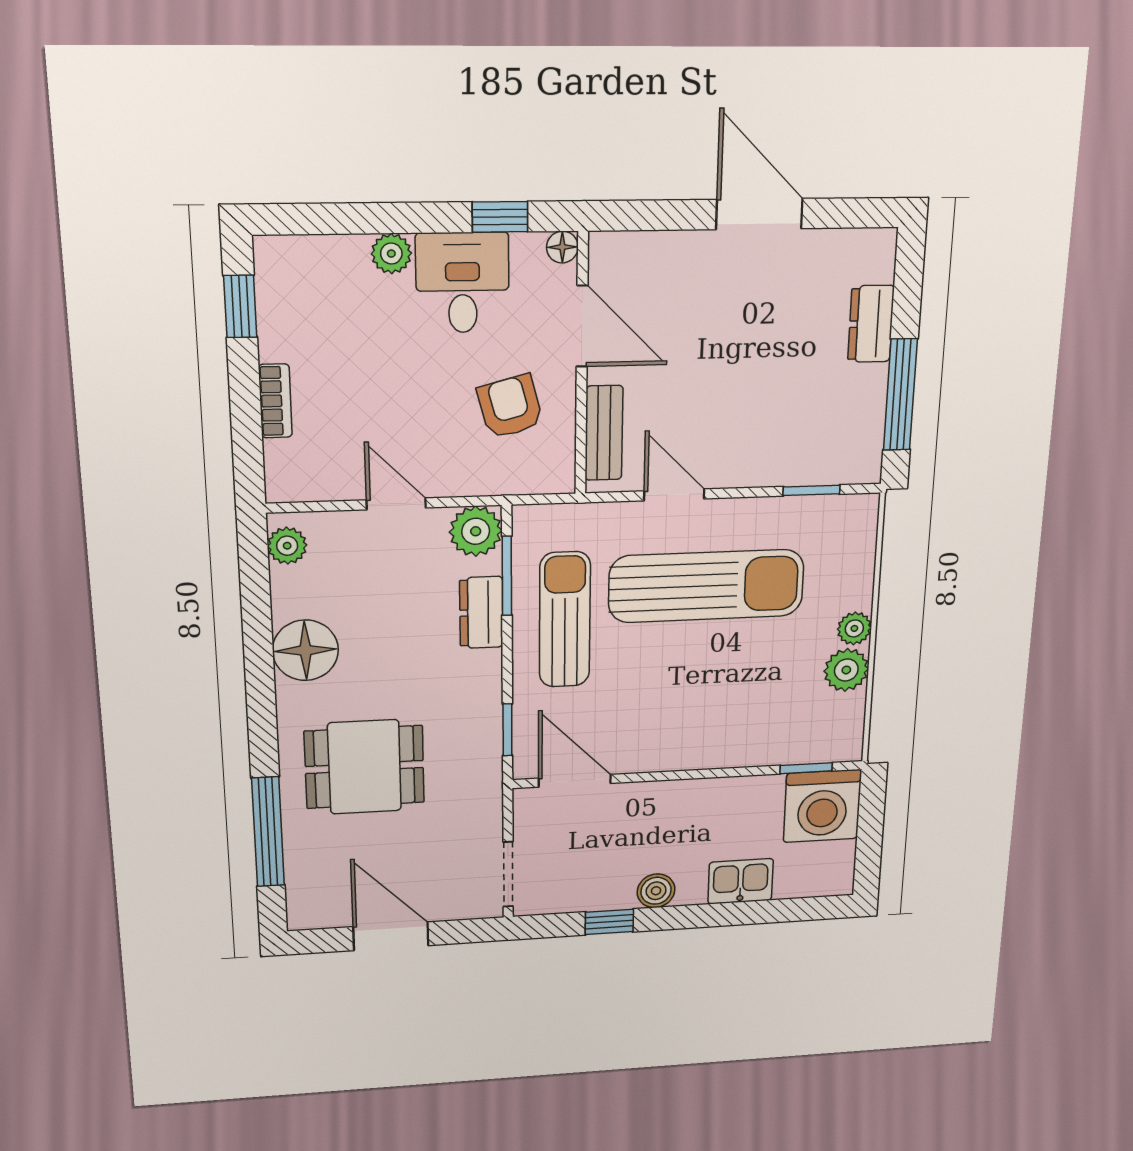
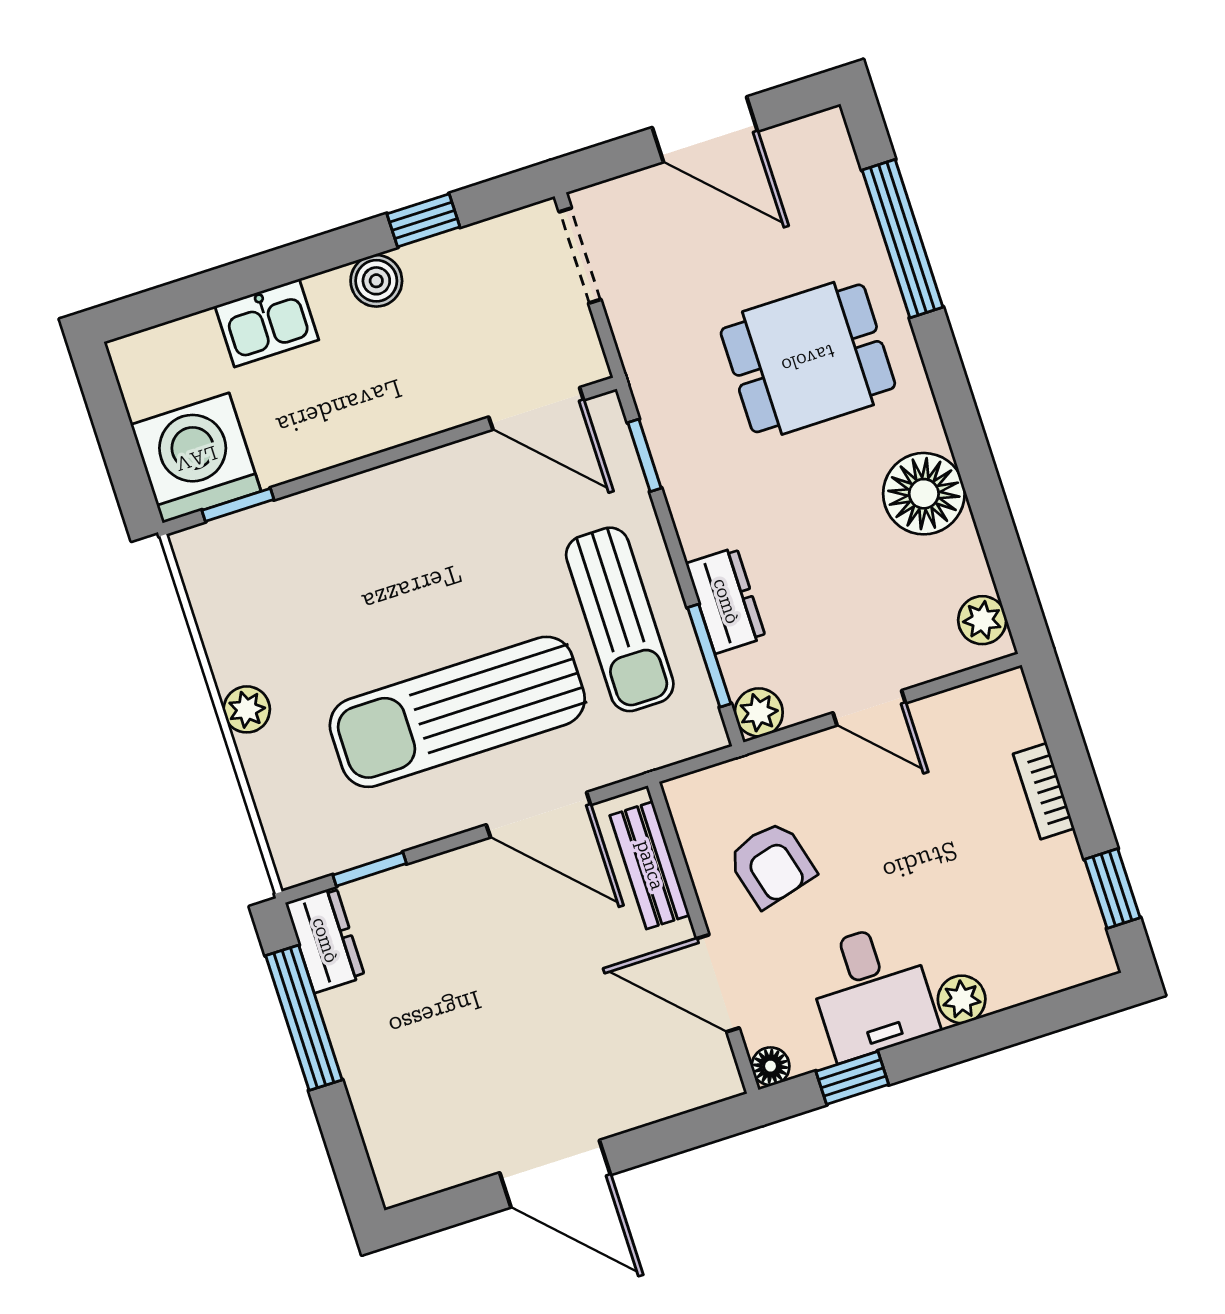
dresser: (871, 324) -> (325, 940), moved
door: (674, 495) -> (538, 815), width x1.38
plant: (476, 531) -> (759, 712), width x0.73, depth x0.73
plant: (846, 670) -> (236, 652), removed

